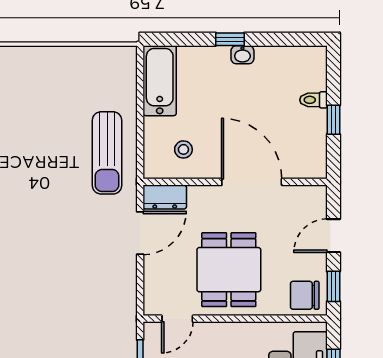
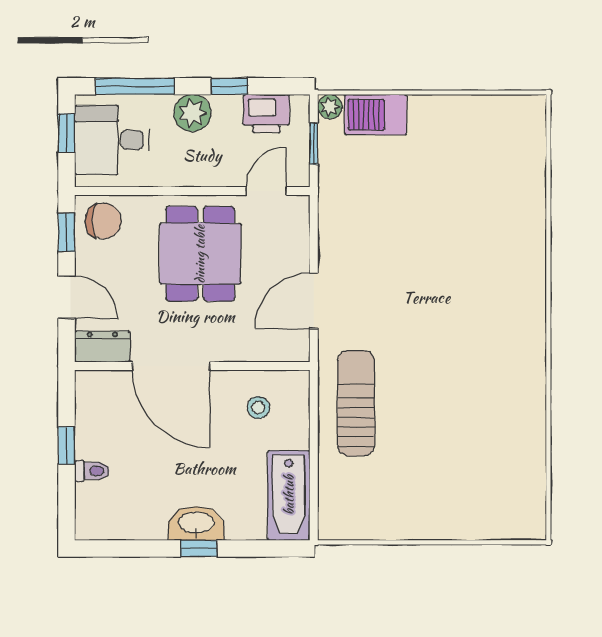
washbasin: (242, 55) -> (196, 523), width x1.91, depth x1.45
dresser: (165, 197) -> (102, 347), moved
door: (333, 236) -> (67, 297), hinge flipped

